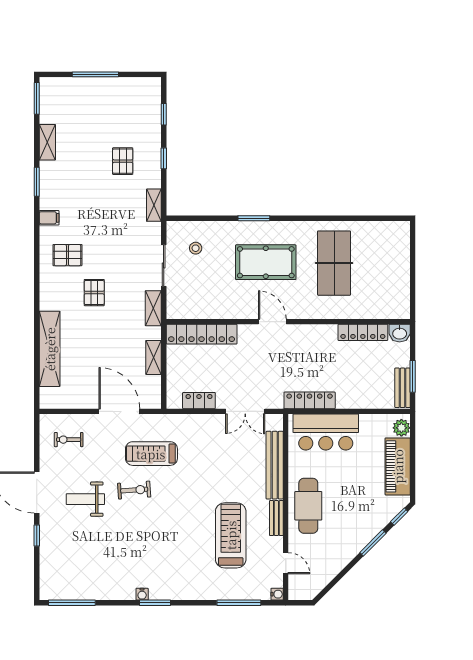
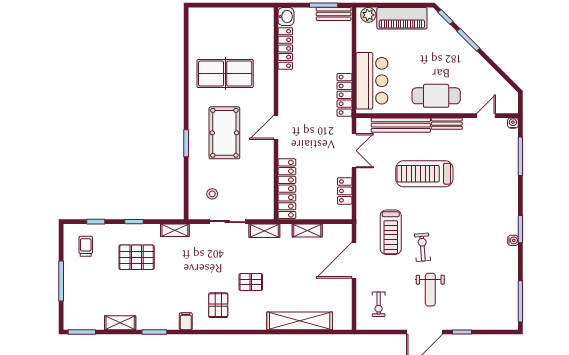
trolley: (135, 103) -> (86, 246), added
pallet: (123, 161) -> (137, 257), width x1.50, depth x1.42
treadmill: (231, 535) -> (424, 174), moved

